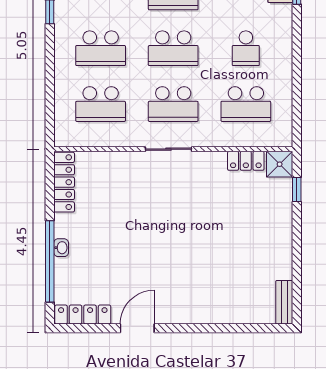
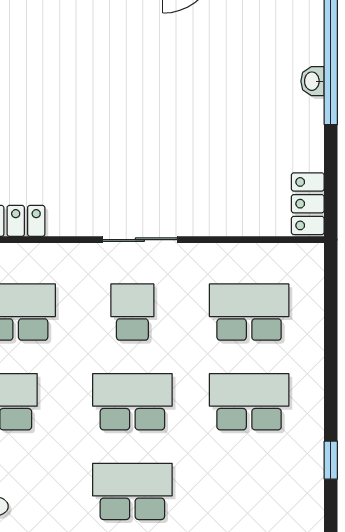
school desk: (173, 104) -> (132, 312), width x0.54
locker: (64, 182) -> (308, 204), width x0.66

